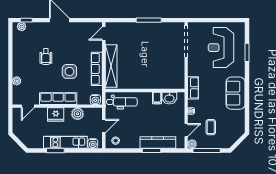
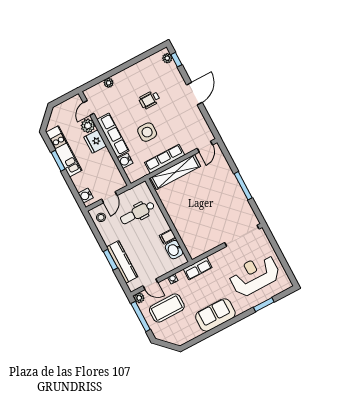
door: (104, 33) -> (205, 147), swing flipped
water cooler: (95, 100) -> (125, 161), moved
dental chair: (122, 102) -> (137, 213), moved, turned 90
door: (28, 106) -> (89, 108), hinge flipped
plant: (78, 114) -> (88, 126), moved
door: (104, 126) -> (109, 197), hinge flipped
coffee table: (211, 127) -> (167, 308), width x1.86, depth x1.72
kitchen unit: (65, 142) -> (64, 151), moved

